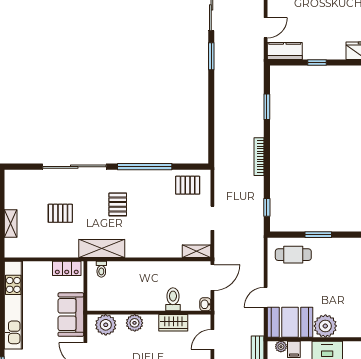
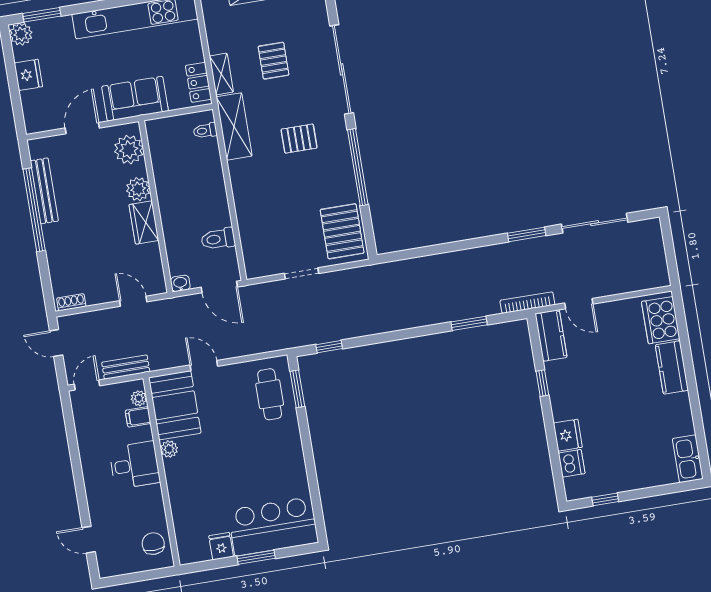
bookcase: (259, 157) -> (527, 303), moved
pallet: (188, 185) -> (342, 231), width x1.50, depth x1.42
window: (318, 235) -> (297, 389), moved
shelving: (197, 251) -> (221, 74), moved
toilet: (173, 299) -> (218, 239), moved, turned 180
wardrobe: (173, 323) -> (144, 222), moved
plant: (325, 326) -> (169, 449), width x0.53, depth x0.53

